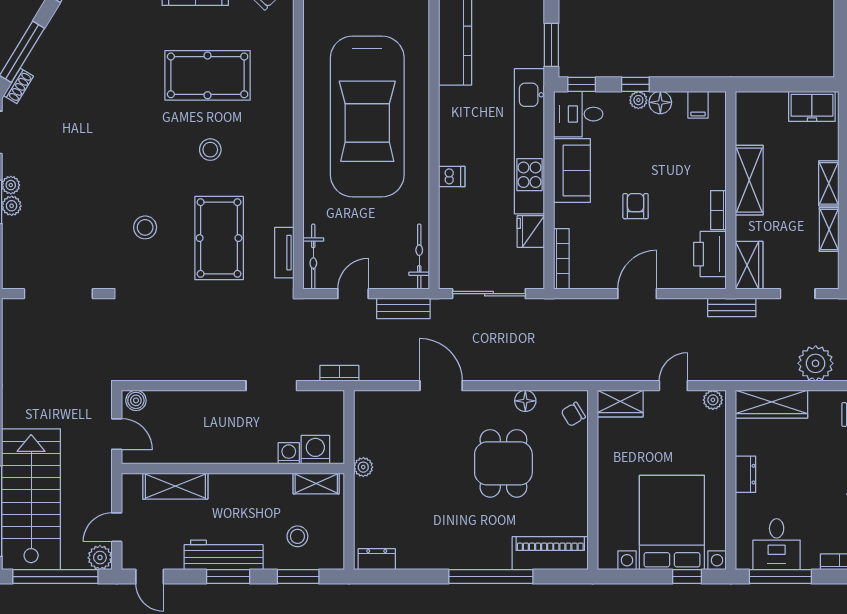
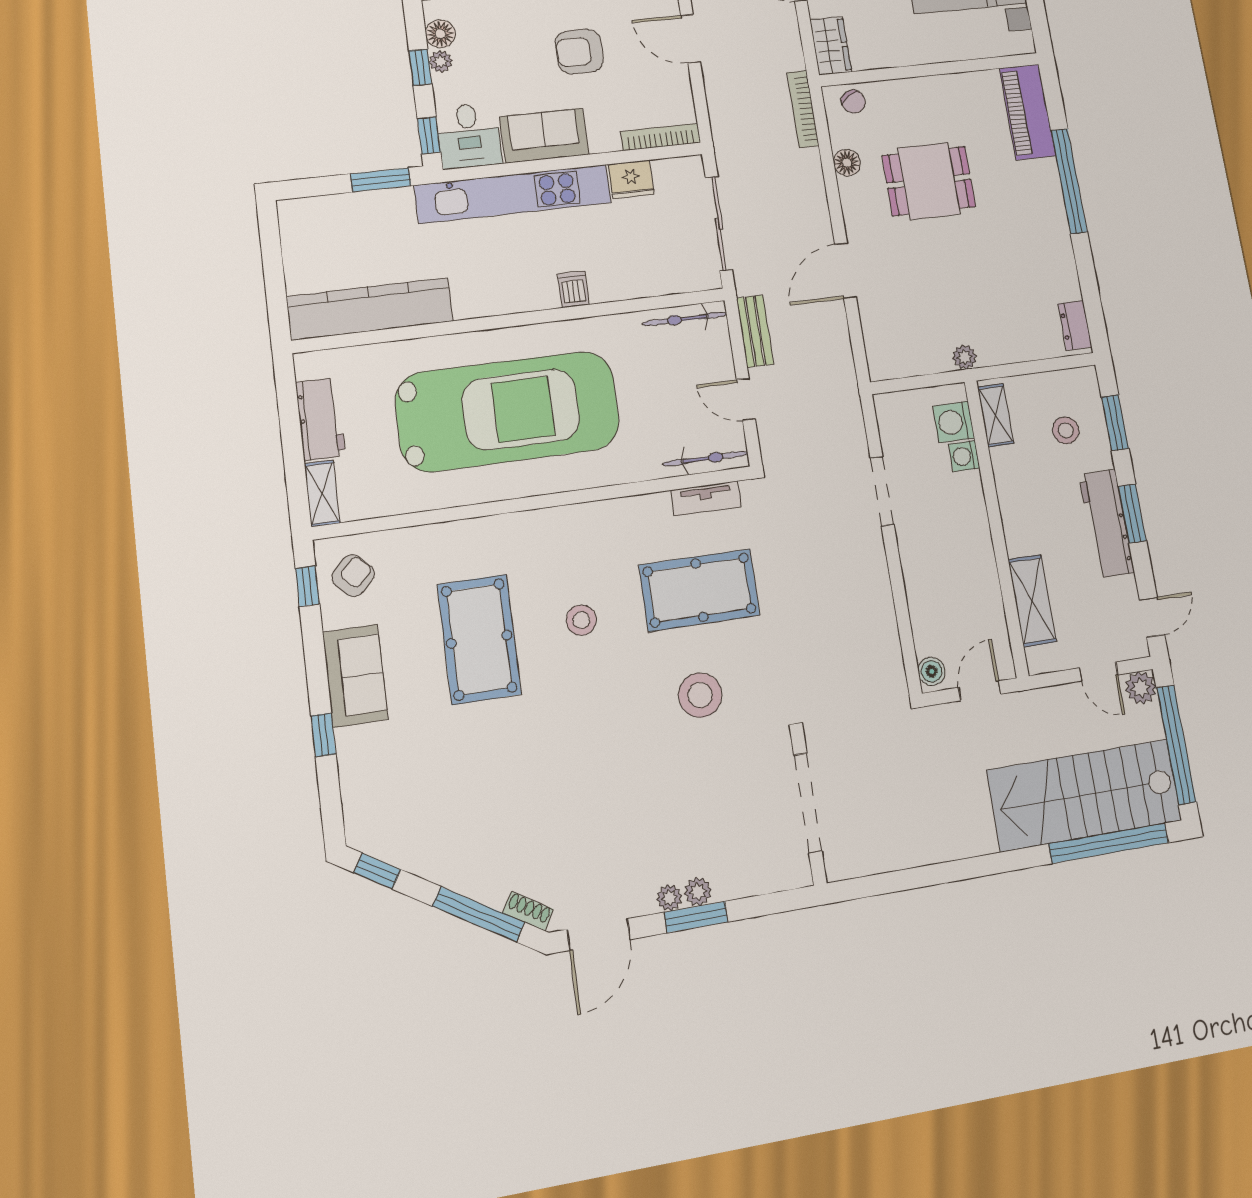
armchair: (636, 206) -> (579, 52), width x1.38, depth x1.38
stool: (145, 227) -> (700, 695), width x1.38, depth x1.38
bookcase: (339, 373) -> (803, 109), moved, width x1.56

